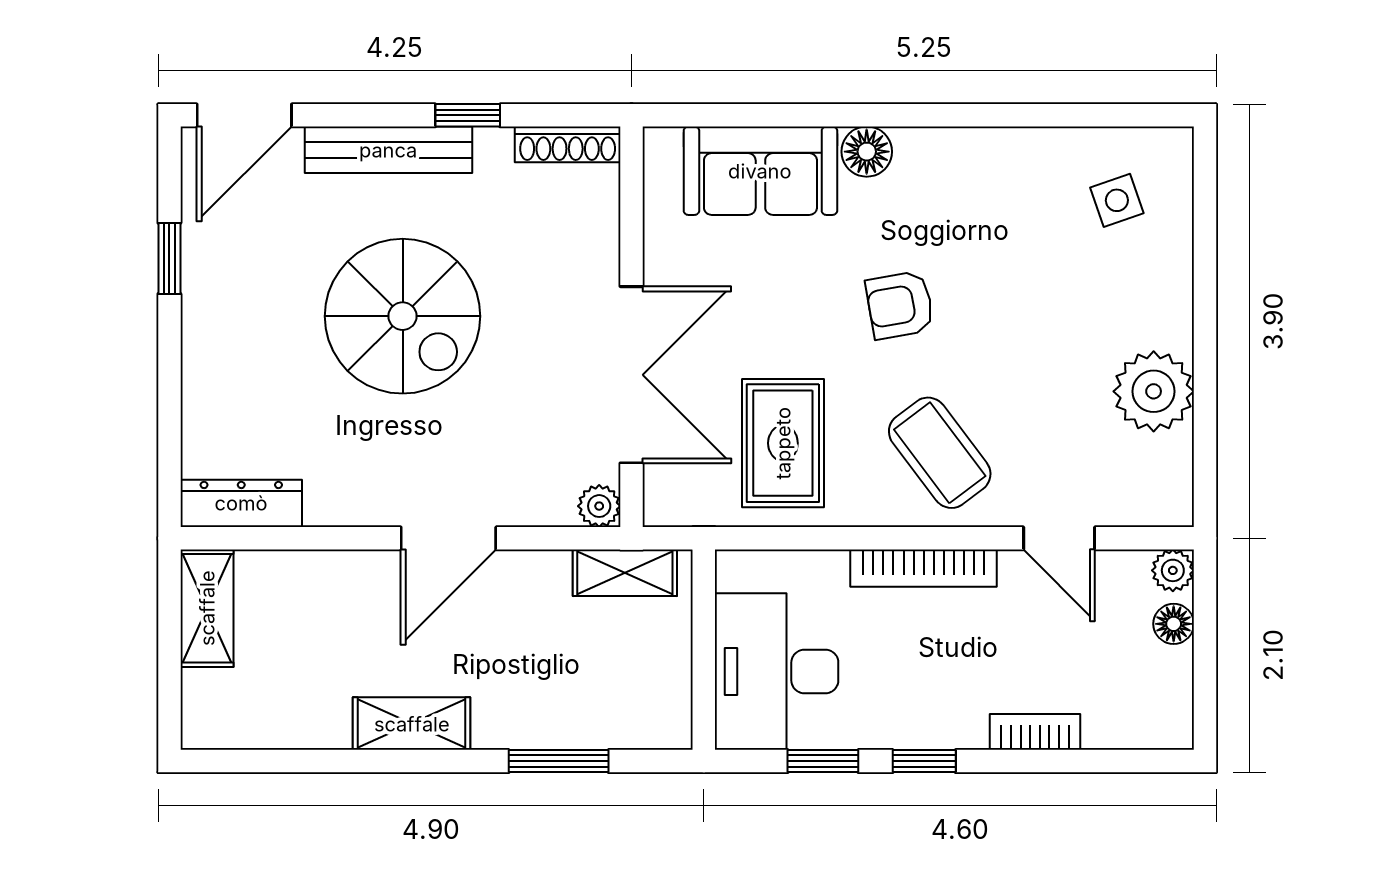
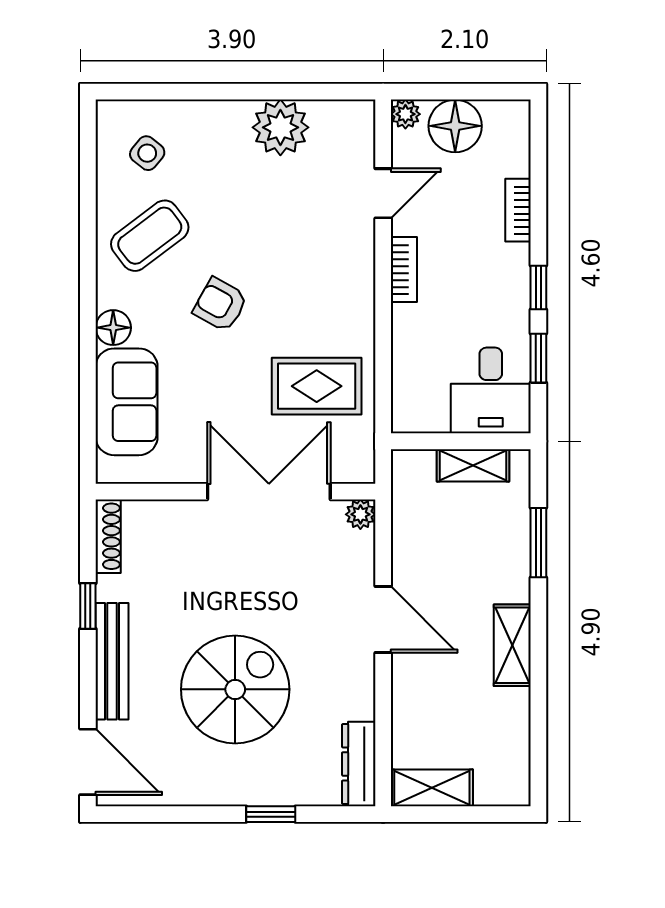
side table: (1117, 200) -> (147, 153), turned -32
window: (169, 258) -> (271, 814), moved
armchair: (900, 305) -> (220, 305), turned 129
spiral stairs: (403, 316) -> (235, 689), moved
coffee table: (940, 453) -> (150, 236), moved
bookcase: (924, 568) -> (404, 270), width x0.64
shelving: (625, 573) -> (473, 465), moved, turned 90
floor lamp: (1174, 624) -> (455, 126), width x1.89, depth x1.89
desk: (777, 671) -> (491, 390), width x0.73

